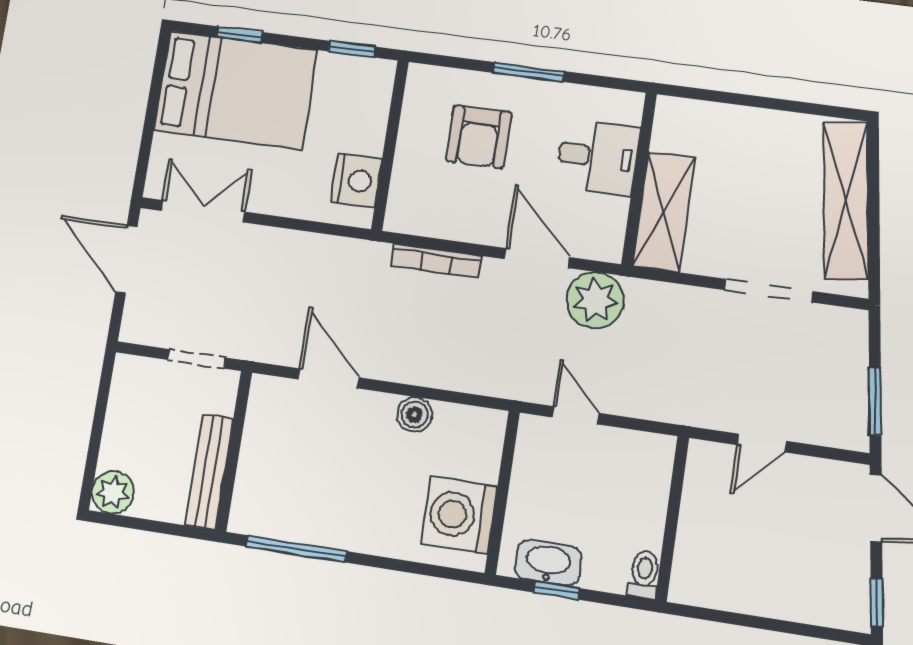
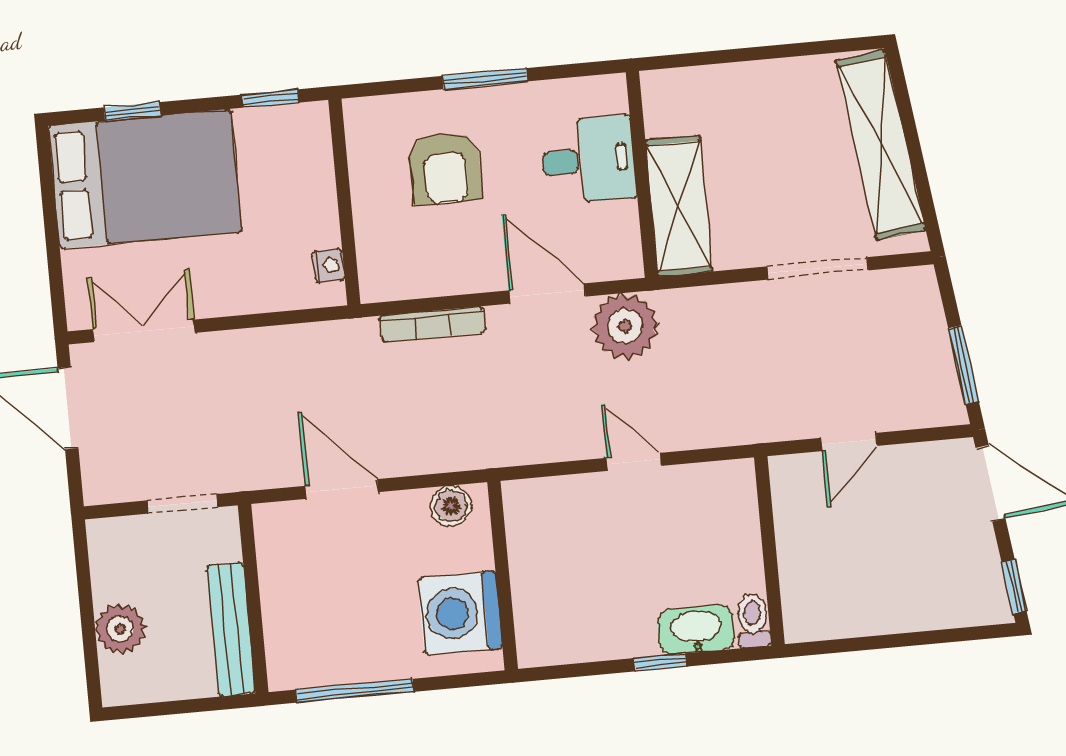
nightstand: (356, 181) -> (329, 265), width x0.53, depth x0.56
plant: (113, 492) -> (120, 629), moved
wall: (502, 492) -> (503, 576), moved
washing machine: (459, 515) -> (460, 613), moved
washbasin: (548, 563) -> (696, 630), moved

